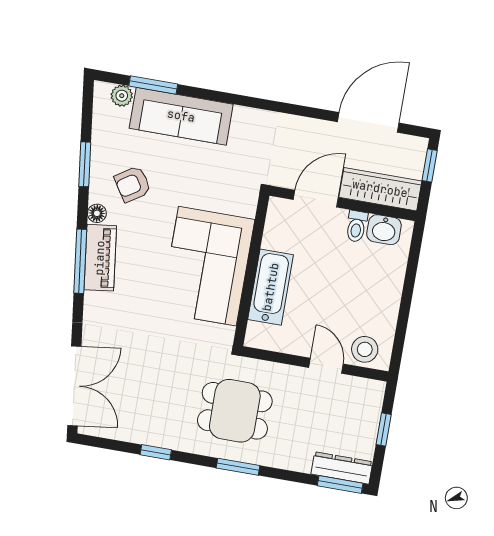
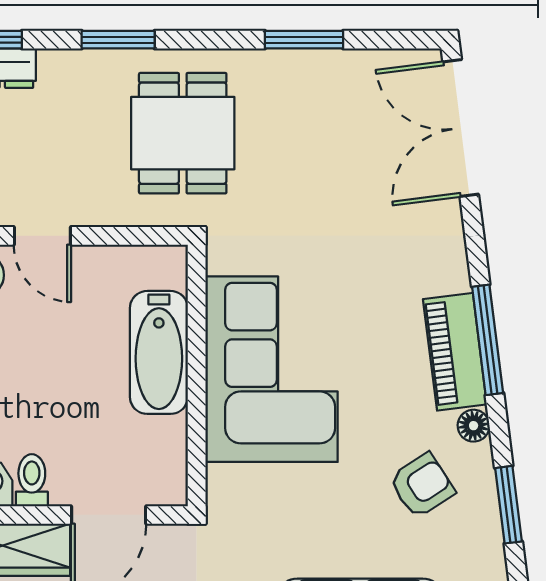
dining table: (235, 411) -> (183, 133), turned 90
window: (156, 452) -> (304, 40), width x1.50
window: (238, 467) -> (118, 40), moved

